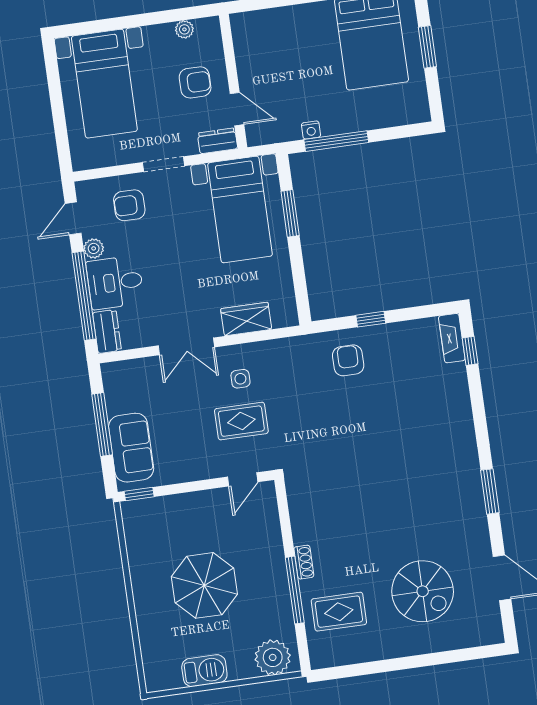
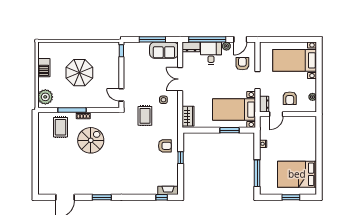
window: (336, 141) -> (257, 173), moved
door: (73, 218) -> (240, 39), swing flipped
wardrobe: (246, 319) -> (188, 116), moved
rug: (241, 421) -> (145, 116), moved
sofa: (131, 448) -> (164, 50), moved
spiral stairs: (423, 591) -> (91, 140), moved, turned 180

